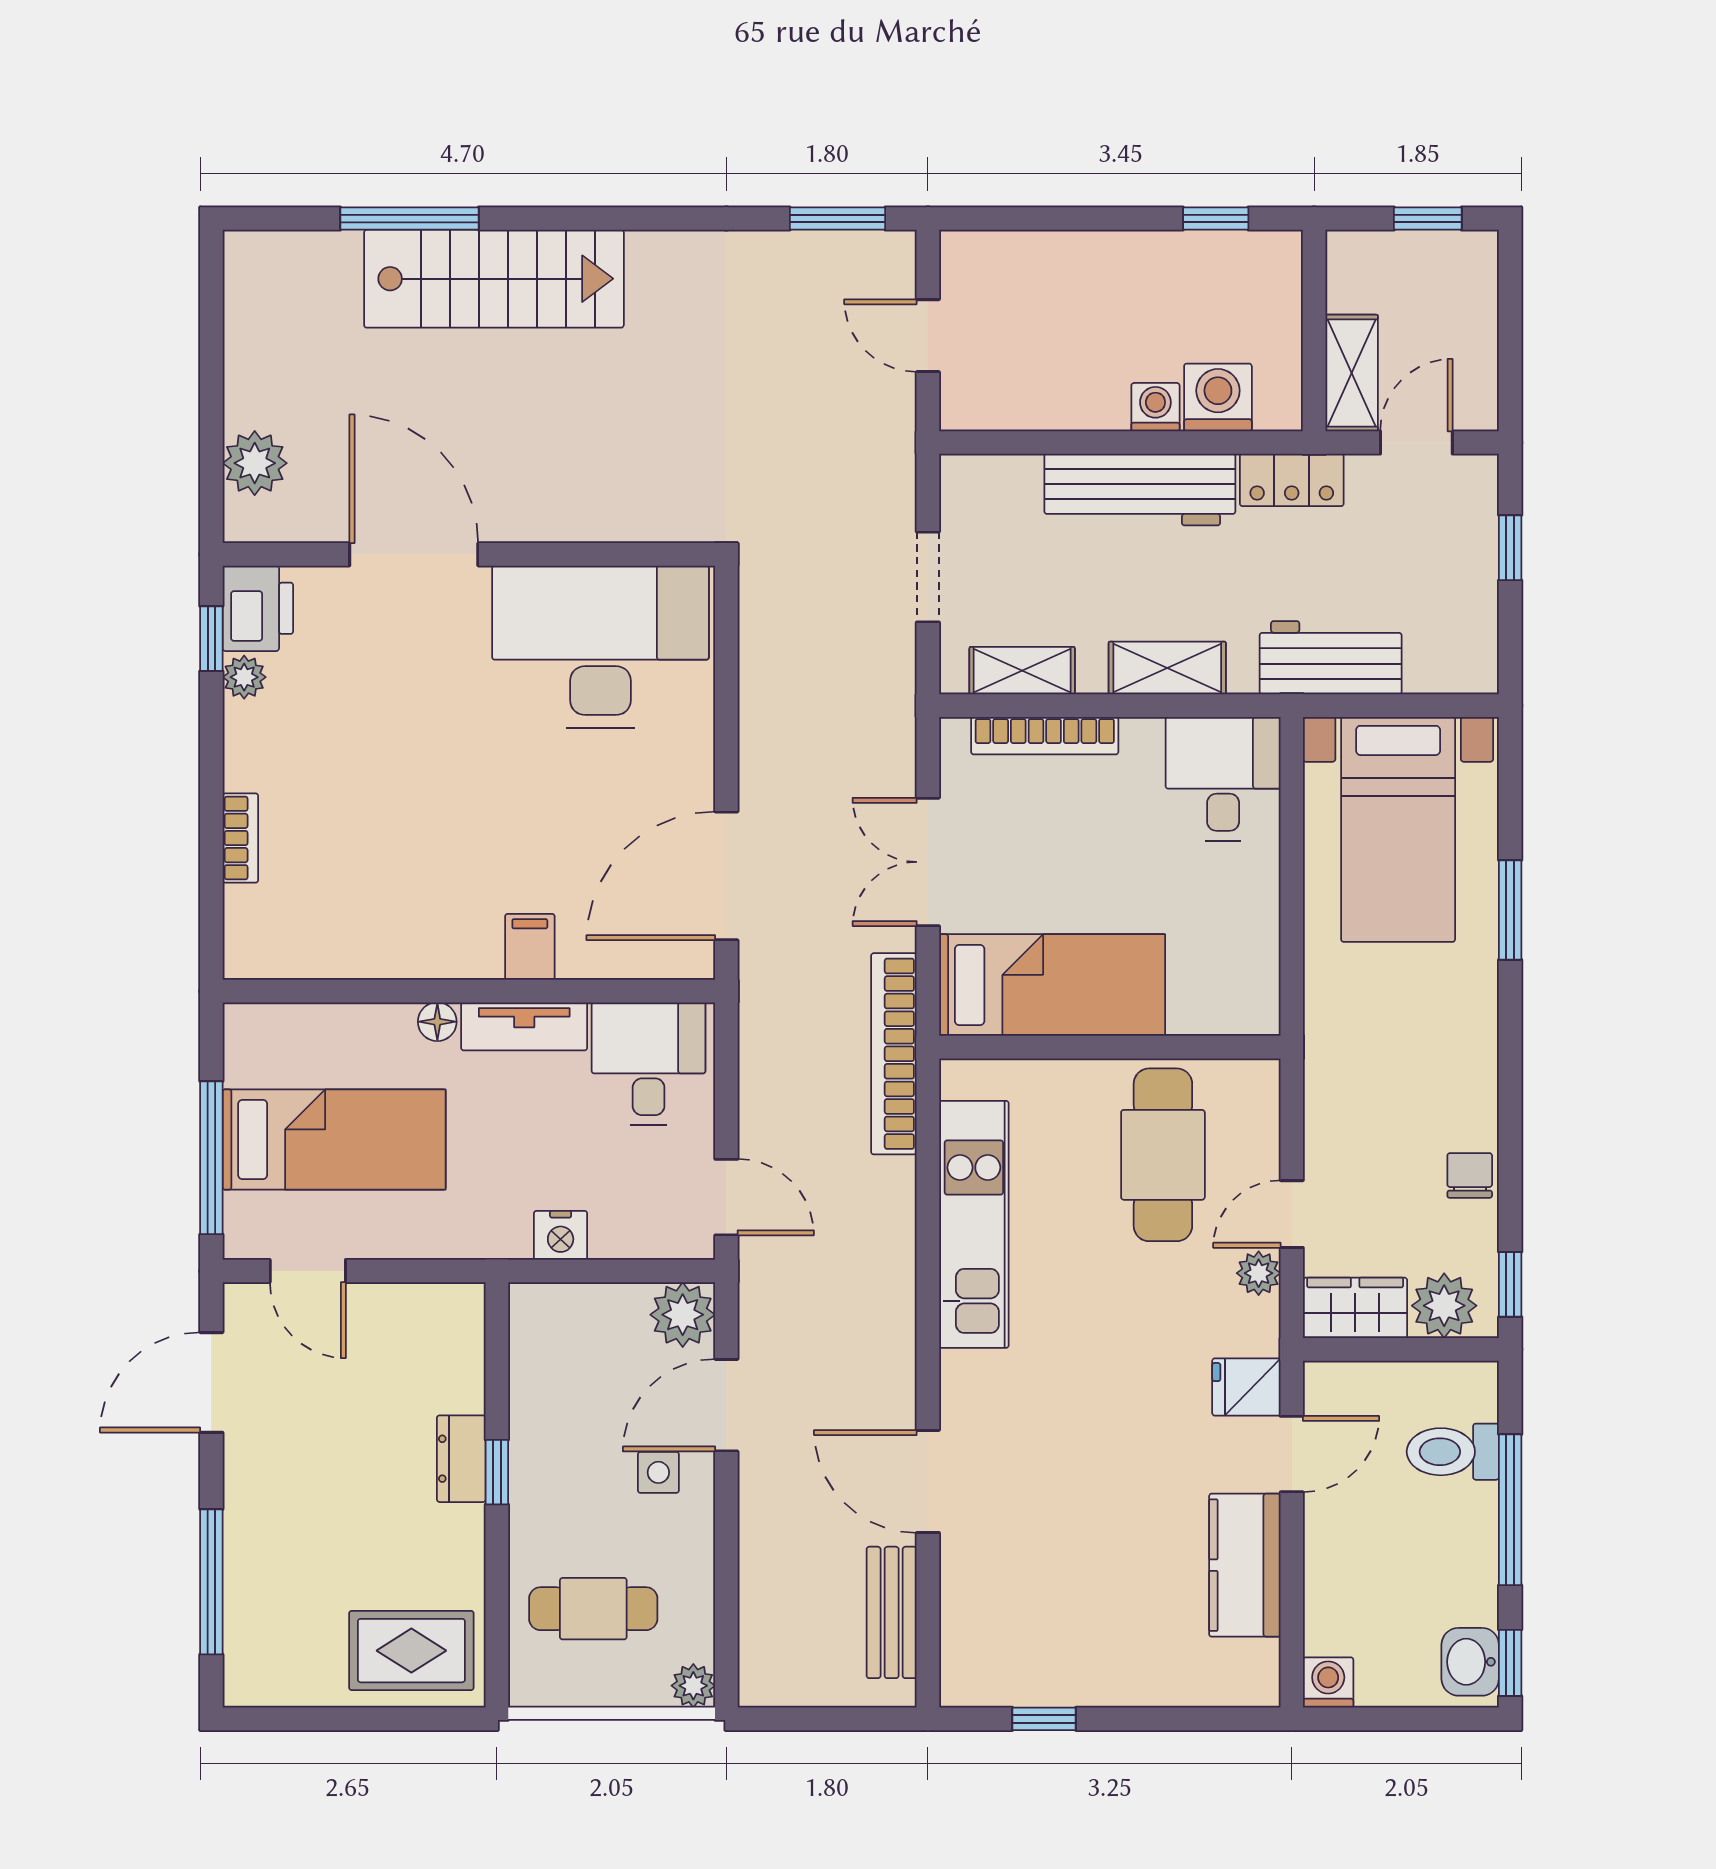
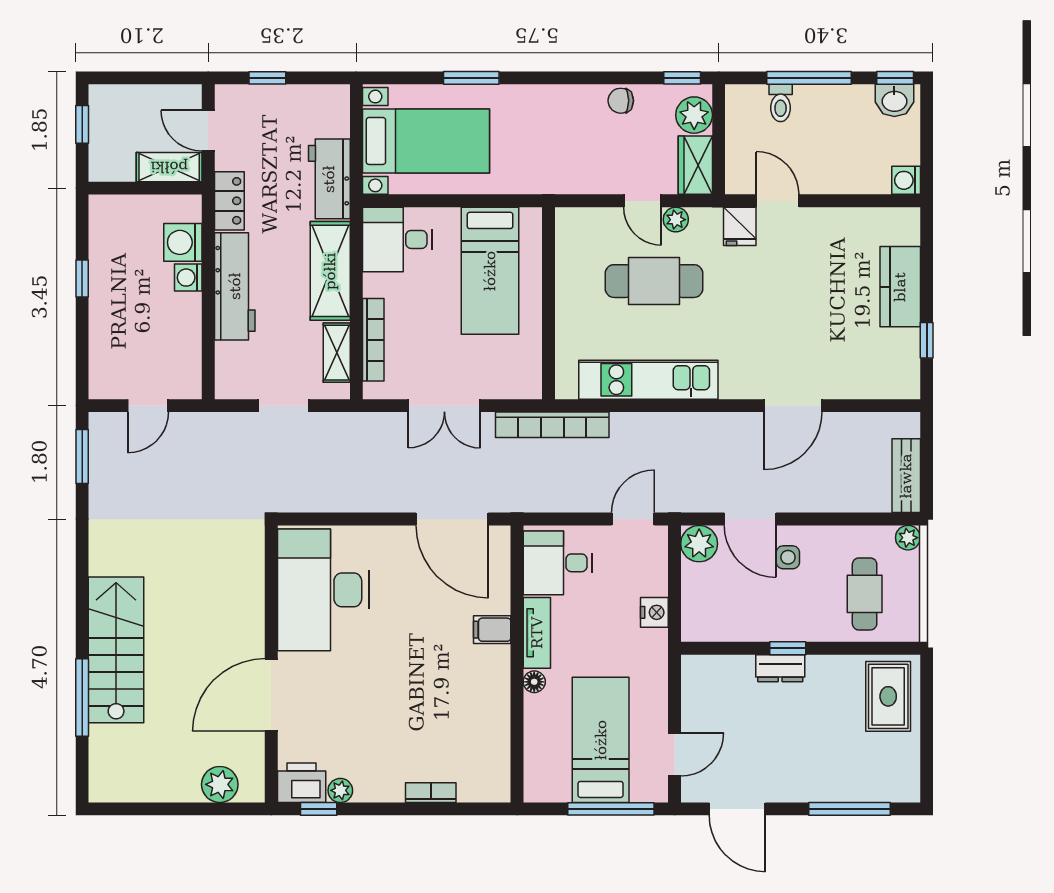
window: (1216, 219) -> (82, 279), moved
shelving: (1167, 668) -> (330, 271), width x1.50, depth x1.33
bed: (1052, 985) -> (490, 271), moved, turned 180
cafe table: (1163, 1155) -> (654, 281), moved
toilet: (1453, 1452) -> (781, 103), width x0.73, depth x0.72
kitchen counter: (1245, 1565) -> (900, 287), moved, turned 90
bench: (892, 1612) -> (906, 476), moved, turned 90

